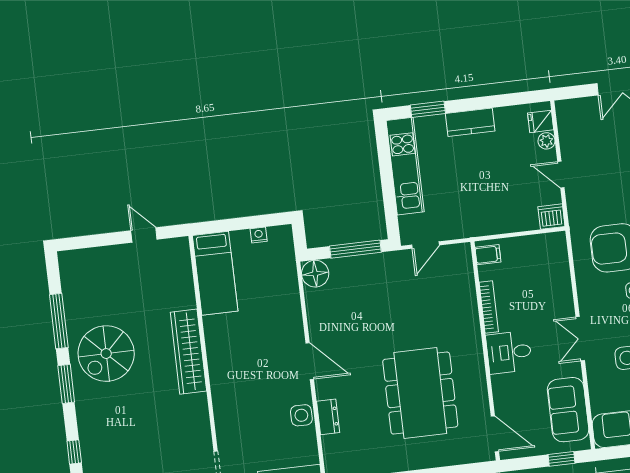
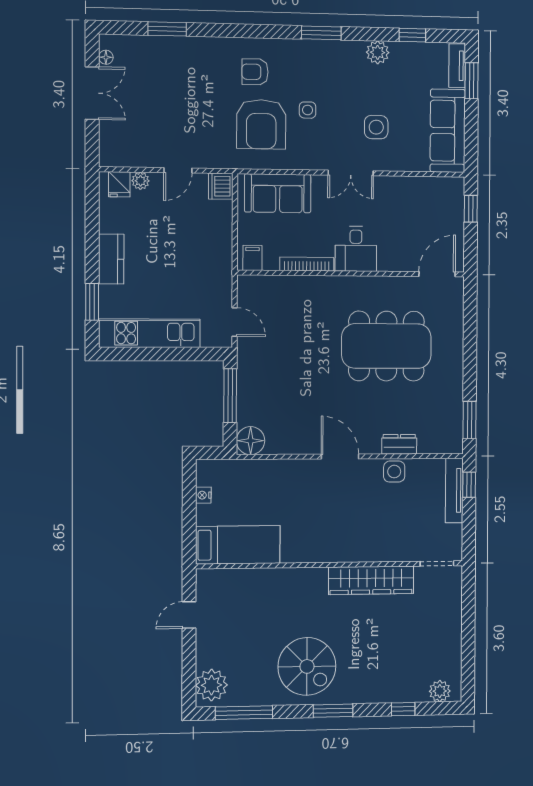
plant: (79, 264) -> (211, 685), added
window: (59, 321) -> (244, 713), moved
wardrobe: (188, 352) -> (371, 580), moved
door: (310, 361) -> (340, 457), hinge flipped
sofa: (568, 410) -> (278, 193), moved

